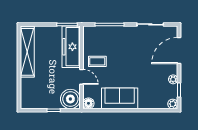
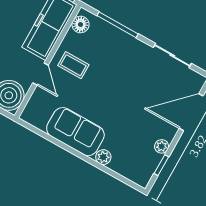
floor lamp: (88, 103) -> (81, 24), moved
plant: (173, 104) -> (103, 157), moved

